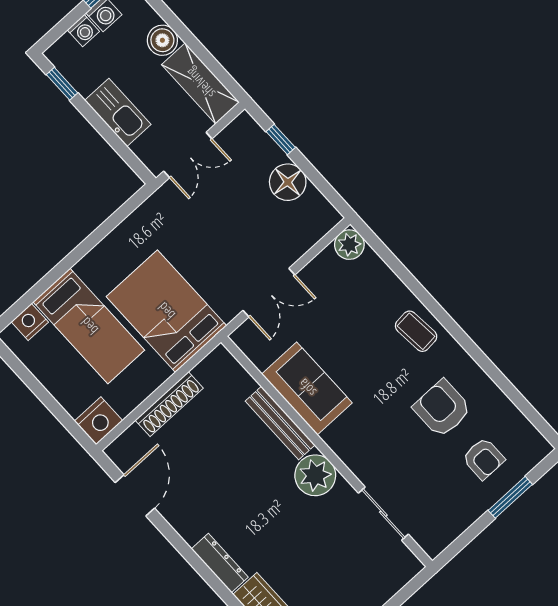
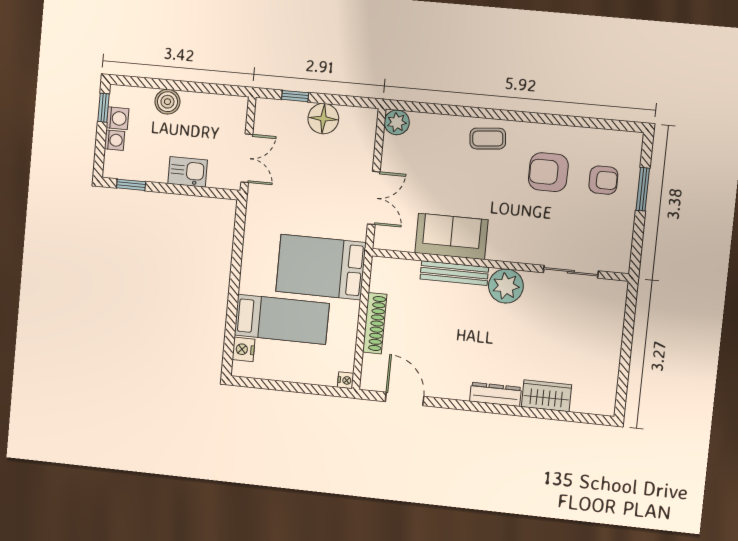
shelving: (200, 83) -> (215, 107), removed
kitchen sink: (118, 112) -> (188, 172), width x0.73
nightstand: (99, 421) -> (346, 380), width x0.53, depth x0.56

